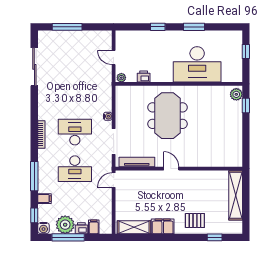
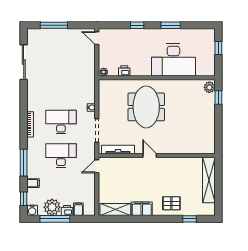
door: (114, 58) -> (97, 38), moved
desk: (75, 169) -> (61, 156), turned 180

